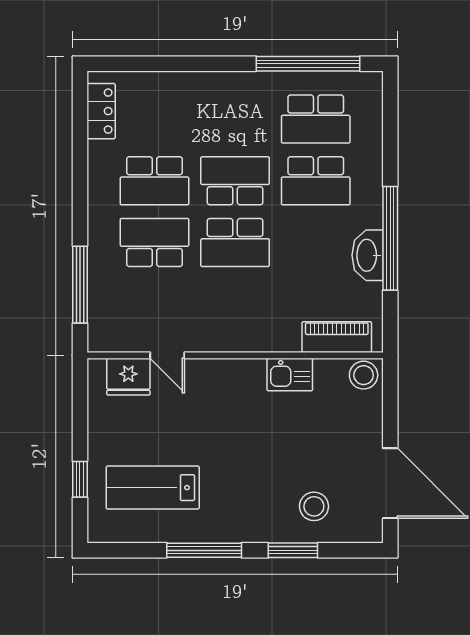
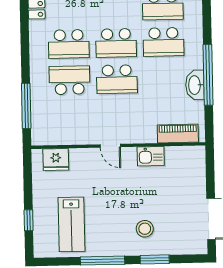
school desk: (235, 181) -> (116, 43), turned 180
door: (167, 355) -> (110, 146), moved
stool: (364, 375) -> (194, 156), removed
lab bench: (153, 488) -> (71, 224), turned -90
stool: (314, 506) -> (145, 229), moved

